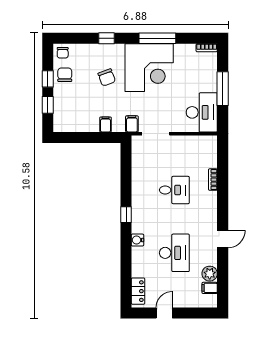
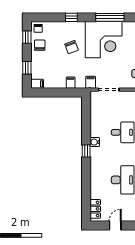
window: (48, 79) -> (27, 37), moved
filing cabinet: (61, 126) -> (37, 84), added
water cooler: (137, 240) -> (95, 142), moved

